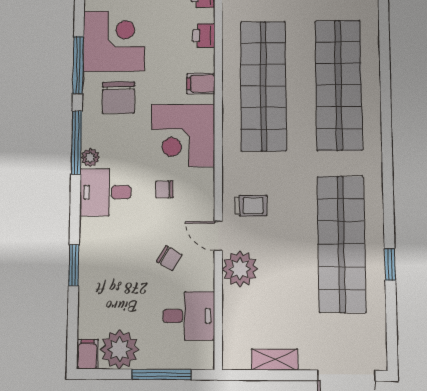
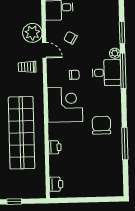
printer: (204, 36) -> (55, 147), moved
corner desk: (114, 41) -> (105, 157), removed
filing cabinet: (201, 84) -> (56, 134), removed
window: (76, 143) -> (123, 71), moved
plant: (90, 157) -> (115, 53), moved

